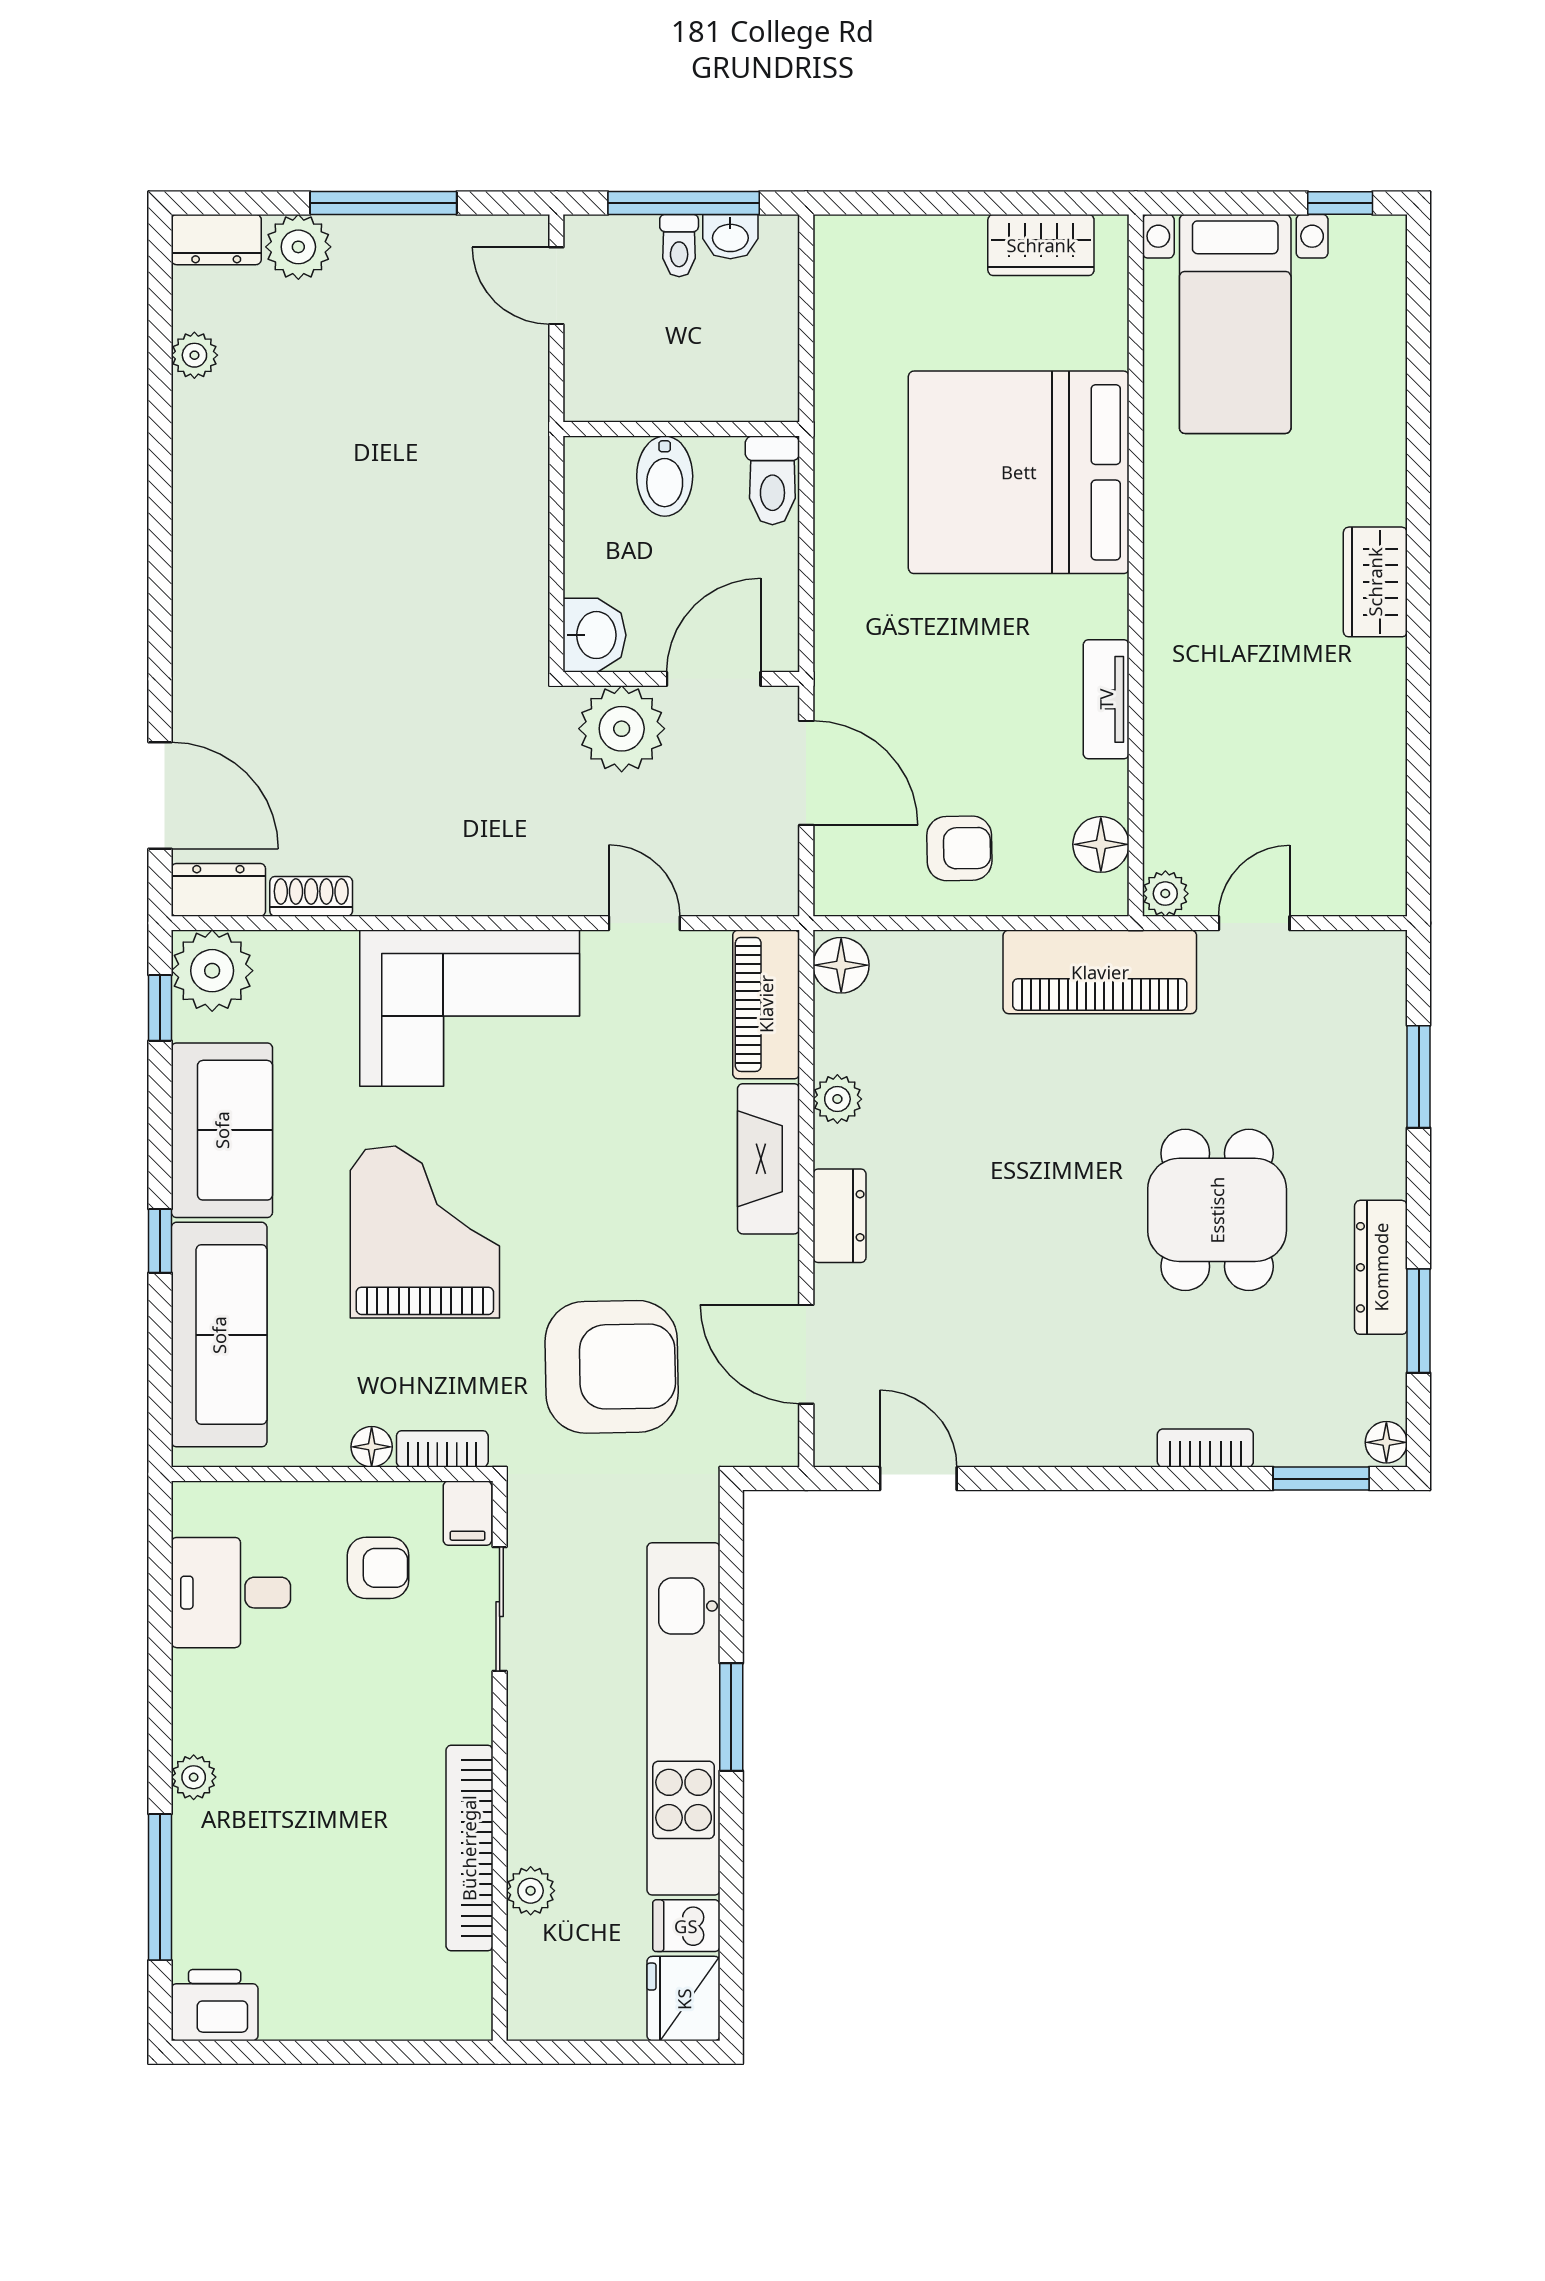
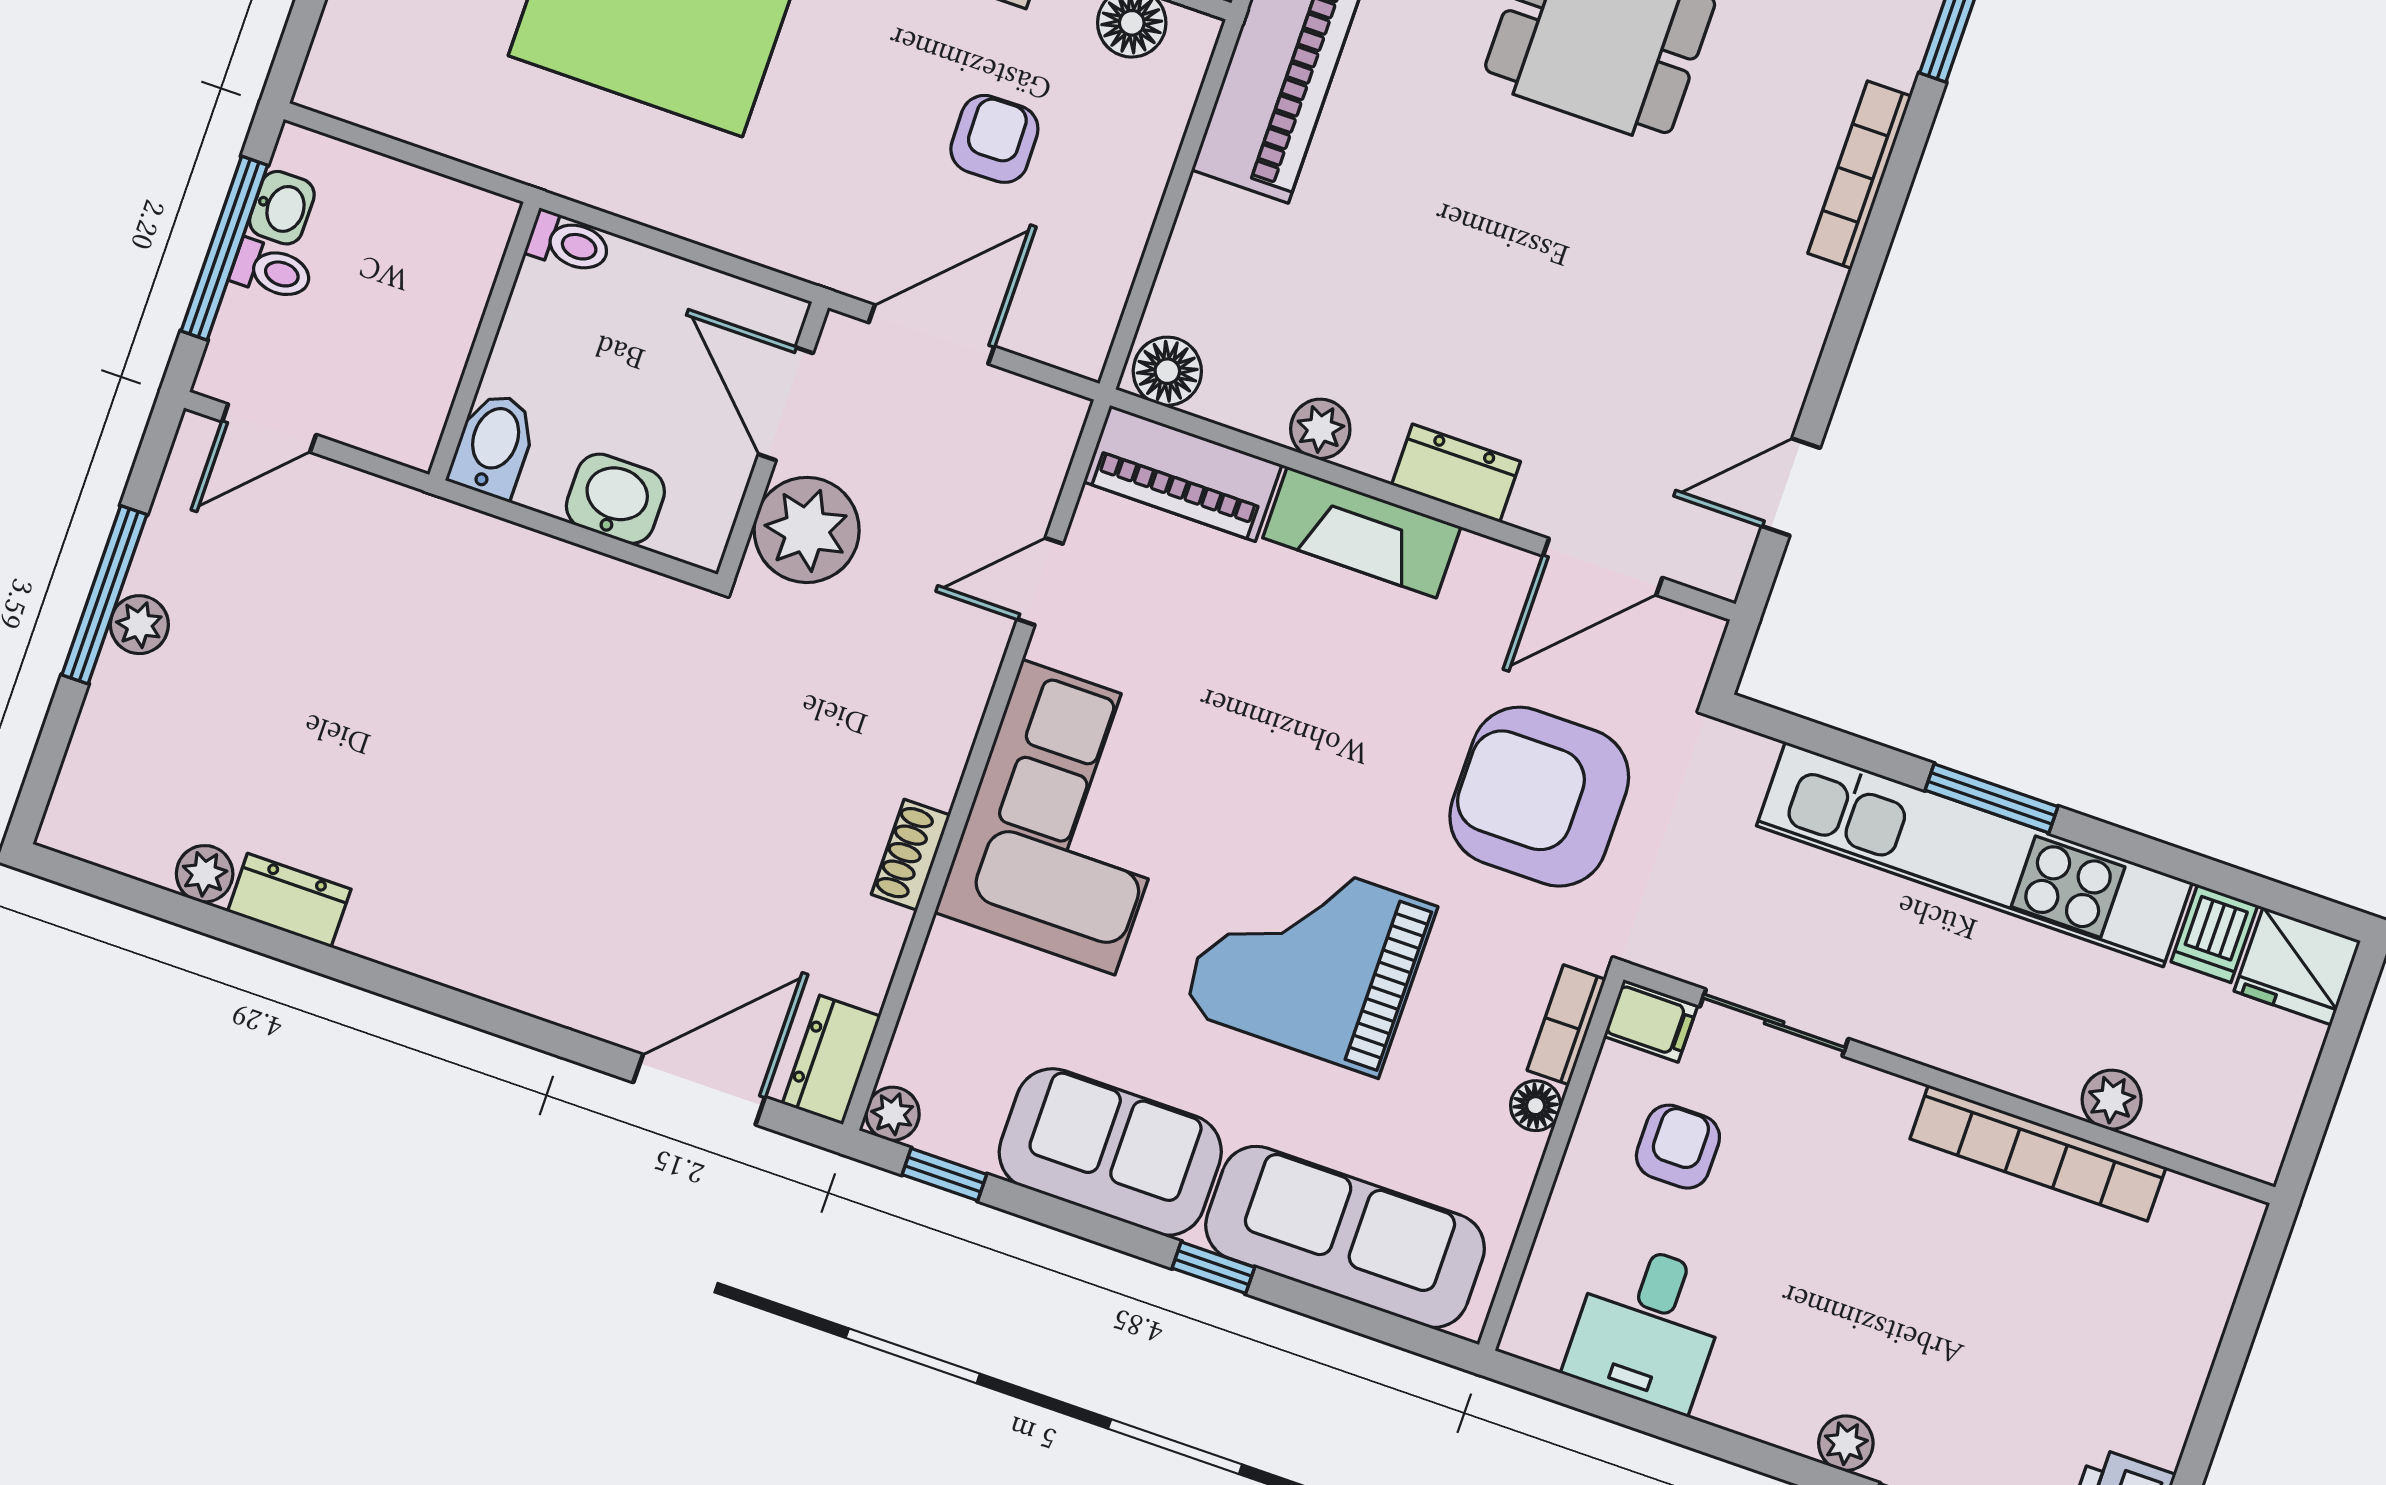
dresser: (216, 240) -> (289, 900), moved, turned -90
plant: (298, 247) -> (139, 625), moved, width x0.73, depth x0.73
bidet: (665, 476) -> (493, 445), moved, turned -90
toilet: (772, 480) -> (569, 243), width x0.73, depth x0.72
washbasin: (595, 635) -> (615, 499), moved
armchair: (959, 848) -> (994, 139), moved
shoe rack: (311, 896) -> (911, 855), moved
plant: (212, 971) -> (893, 1114), width x0.53, depth x0.53
armchair: (612, 1367) -> (1539, 797), turned -89
bookcase: (1205, 1448) -> (1860, 175), width x1.56

